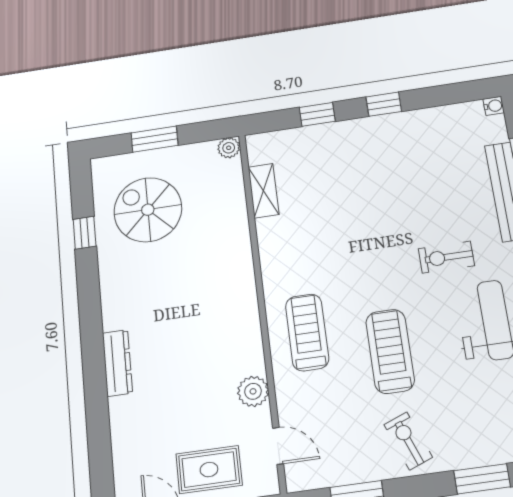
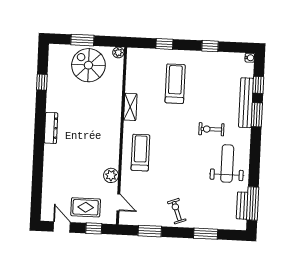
window: (384, 104) -> (210, 46), moved
shelving: (263, 191) -> (130, 107), moved
spiral stairs: (148, 210) -> (88, 65), moved
treadmill: (390, 351) -> (175, 84), moved
dresser: (117, 363) -> (51, 128), moved

